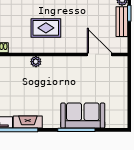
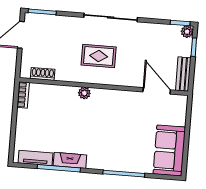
bench: (122, 22) -> (183, 74), moved
sofa: (83, 116) -> (169, 151), moved, turned -90

